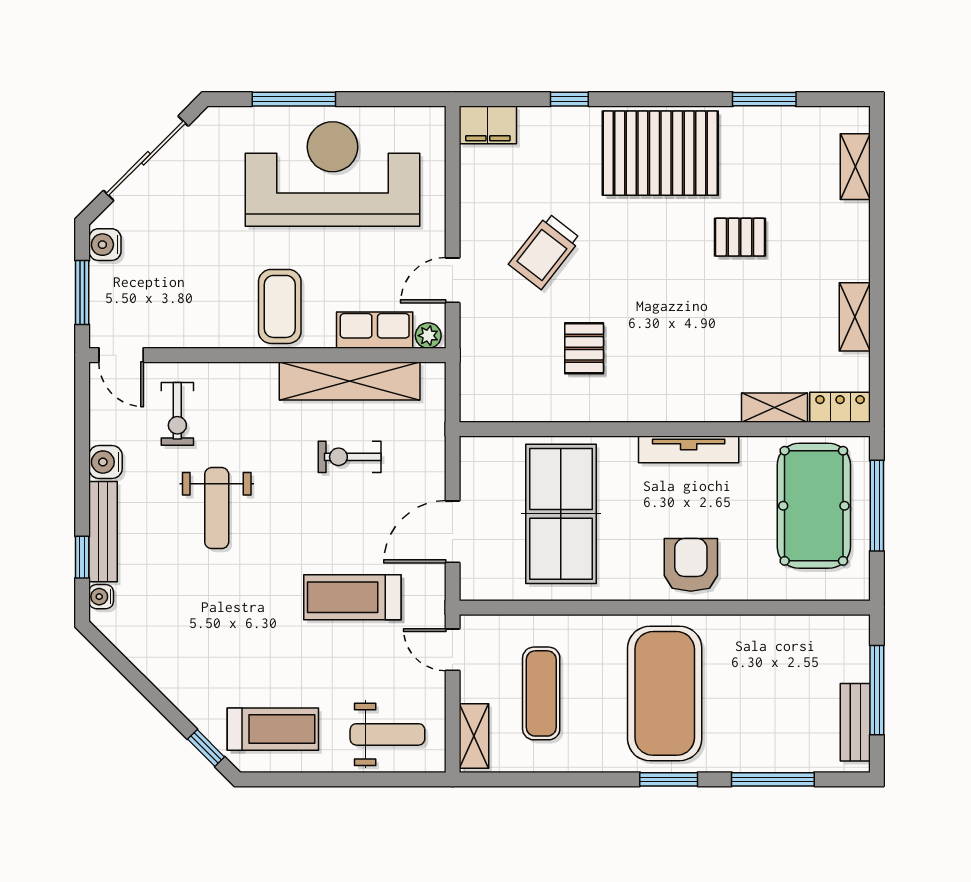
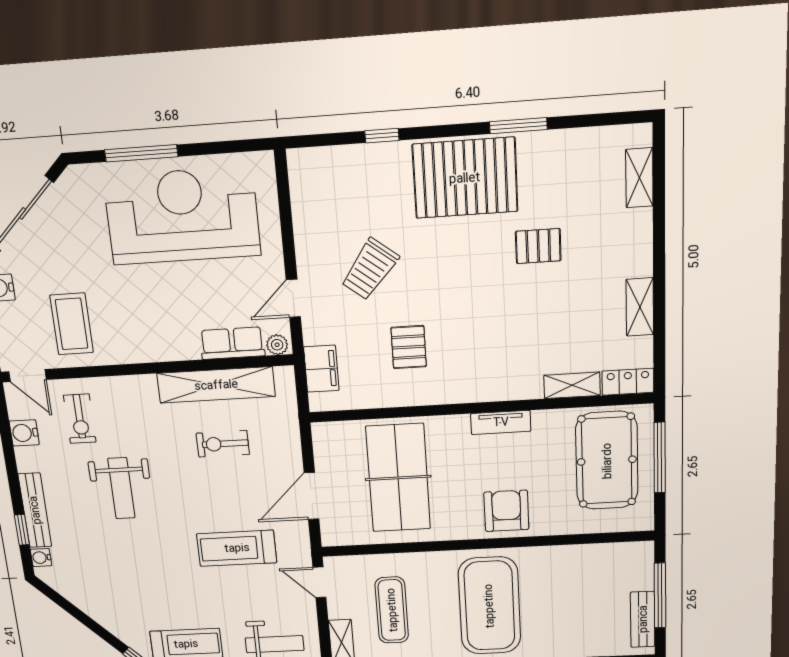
window: (764, 99) -> (518, 126), moved
filing cabinet: (488, 125) -> (321, 369), moved, turned -90
coffee table: (280, 306) -> (72, 324), moved
tv unit: (689, 449) -> (501, 422), width x0.71
water cooler: (106, 462) -> (24, 433), moved

